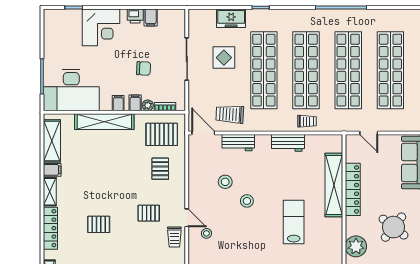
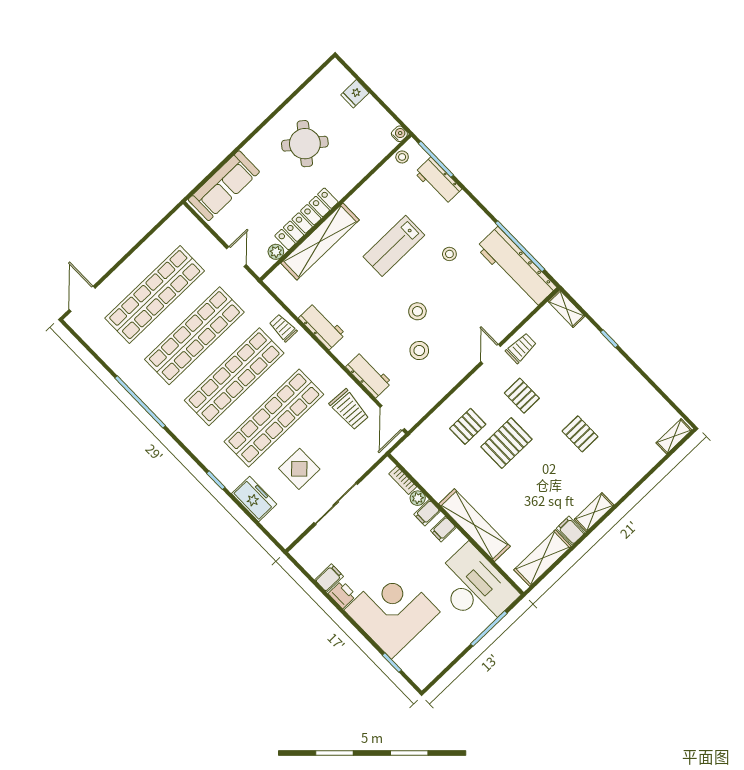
corner desk: (101, 27) -> (392, 611), width x1.36, depth x1.36
chair: (144, 68) -> (386, 537), removed
pallet: (162, 134) -> (506, 443), moved, turned 90
locker: (50, 228) -> (629, 477), removed
stool: (206, 233) -> (449, 254), moved
plant: (356, 246) -> (276, 252), moved, width x0.53, depth x0.53

